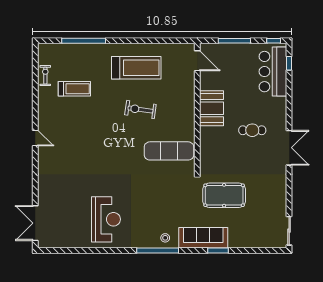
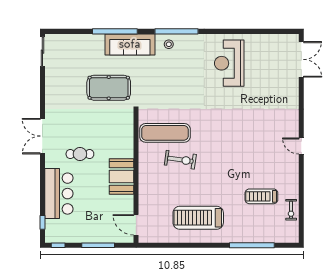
bar counter: (273, 72) -> (59, 194), moved
exercise bike: (140, 110) -> (180, 160), moved
window: (218, 250) -> (115, 31), width x2.11

